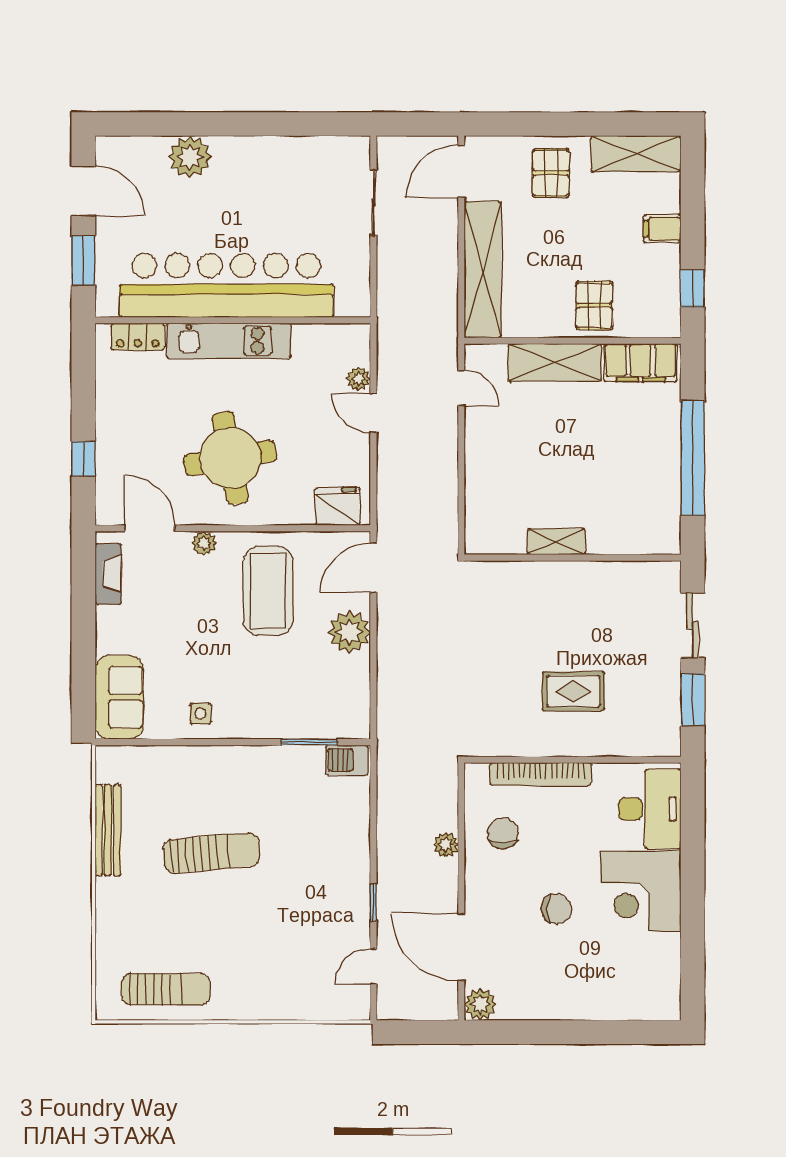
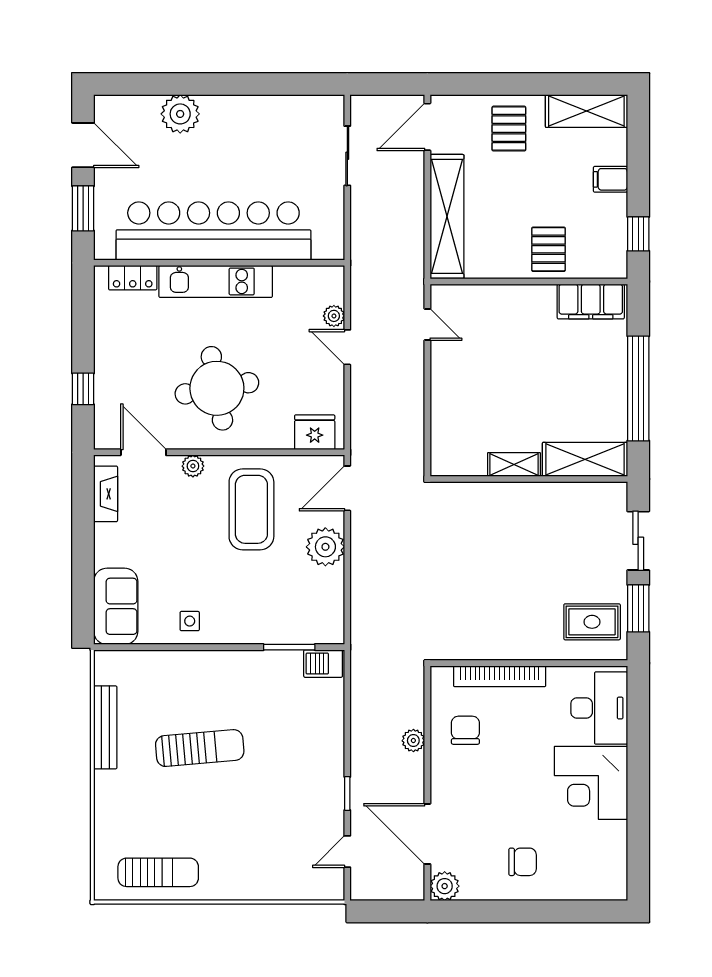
shelving: (555, 362) -> (585, 459), moved
rug: (573, 691) -> (592, 622), moved
chair: (557, 909) -> (523, 862), moved

